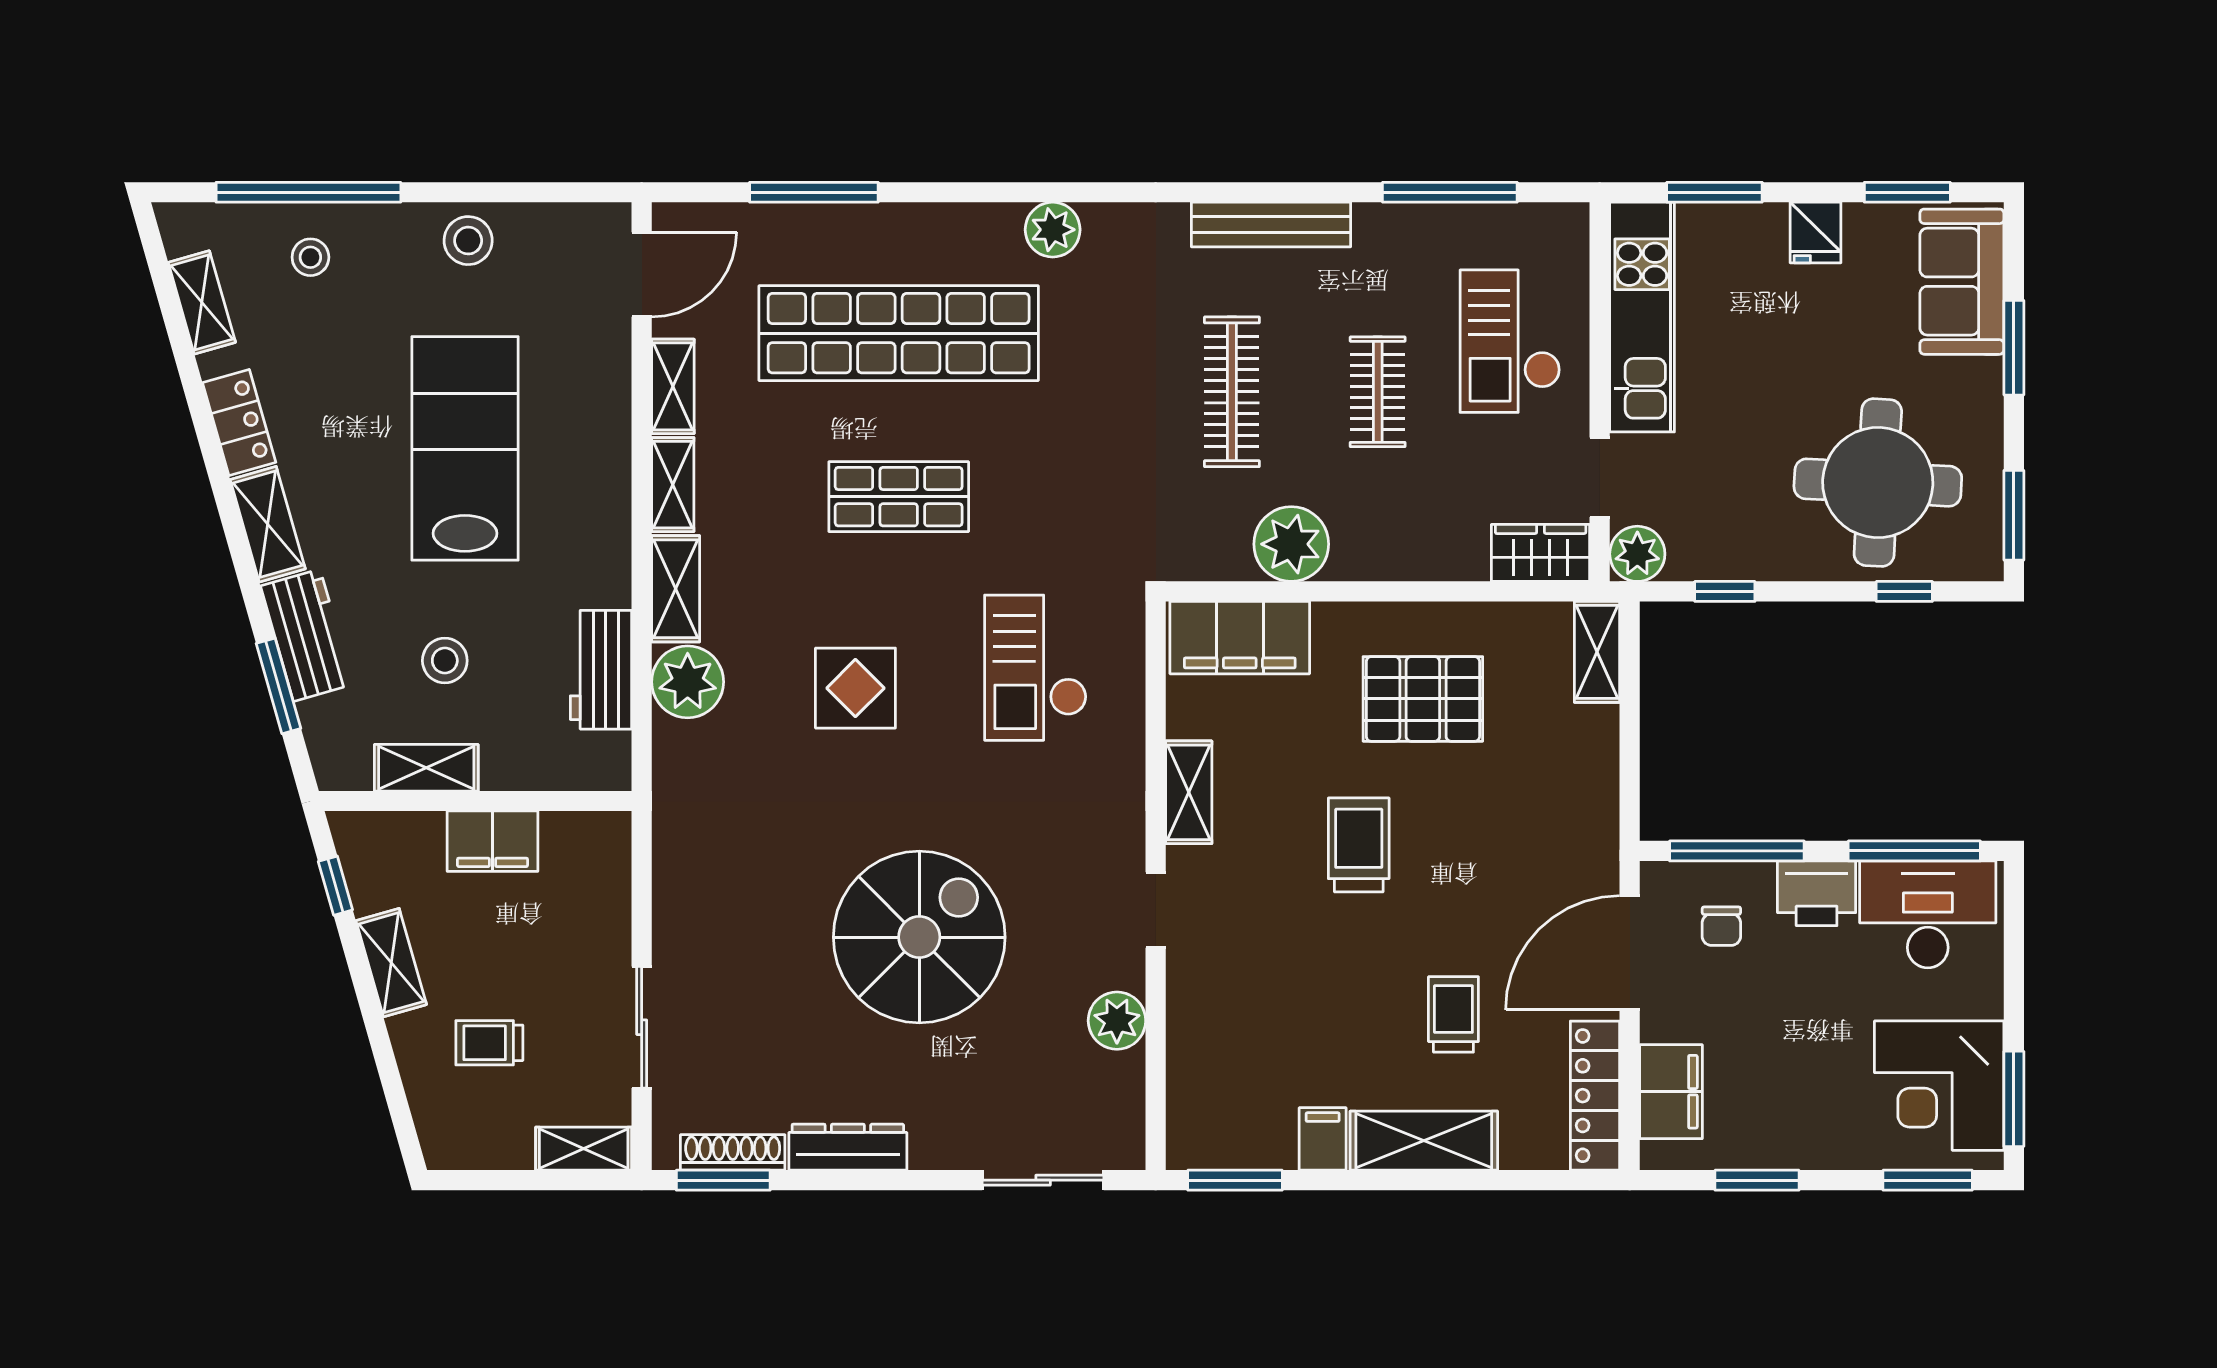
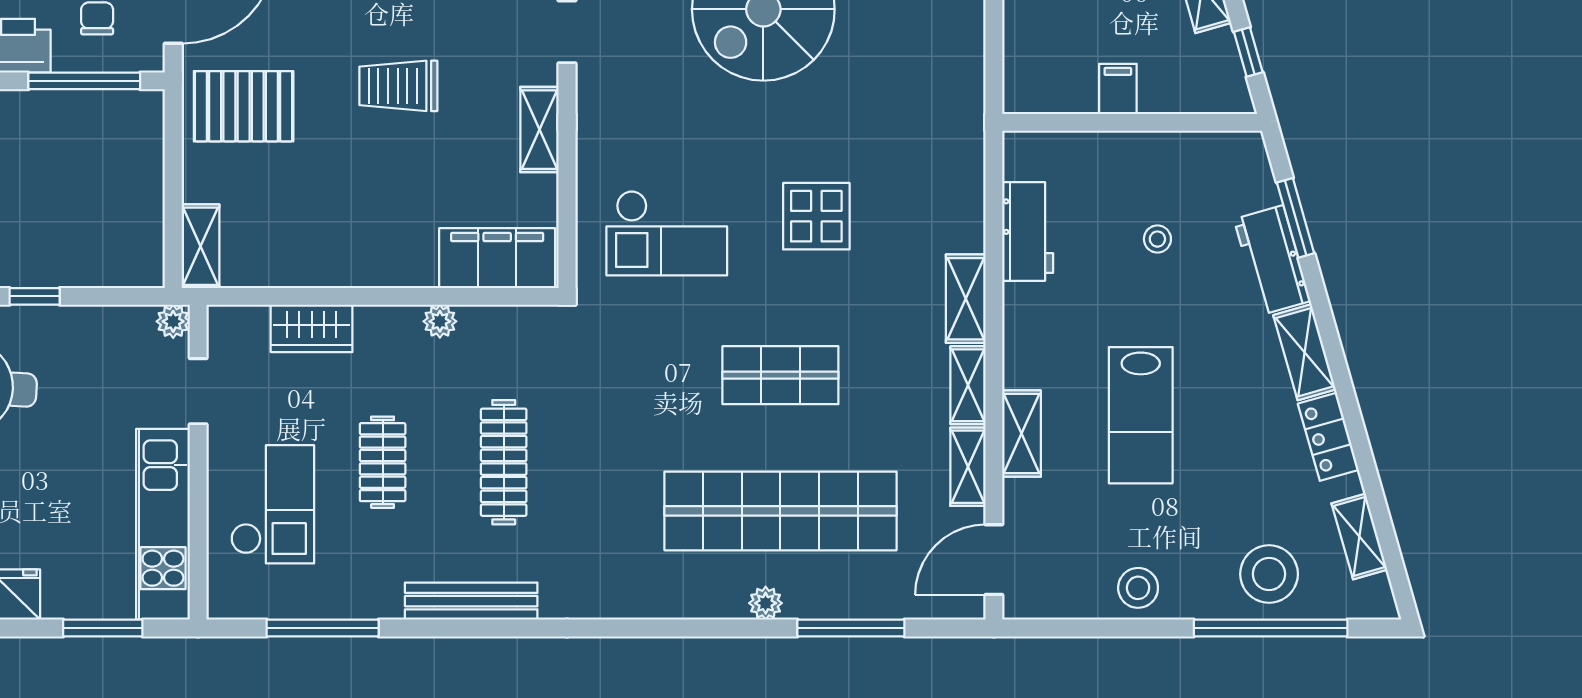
plant: (1053, 230) -> (766, 603), moved, width x0.73, depth x0.73
stool: (310, 257) -> (1269, 574), width x1.89, depth x1.89
lab bench: (465, 448) -> (1141, 415), width x0.73, depth x0.72
plant: (1291, 544) -> (440, 321), width x0.53, depth x0.53
wardrobe: (1541, 553) -> (312, 328), moved
plant: (1637, 554) -> (173, 321), width x0.73, depth x0.73
window: (1725, 591) -> (35, 296), moved
stool: (445, 661) -> (1157, 239), width x0.73, depth x0.73
checkout: (1036, 668) -> (667, 233), turned 90
plant: (688, 682) -> (956, 221), removed
pallet: (1423, 699) -> (244, 106), moved
shelving: (426, 768) -> (1022, 434), moved, turned 90
filing cabinet: (492, 841) -> (1118, 89), width x0.50
trolley: (1359, 845) -> (398, 86), turned 90

